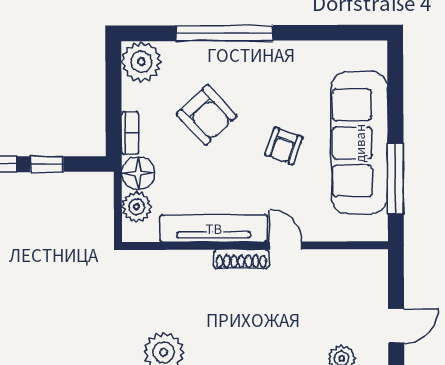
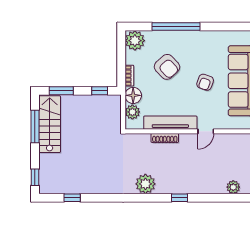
window: (47, 164) -> (100, 91), moved
door: (286, 246) -> (206, 131), swing flipped
shoe rack: (241, 259) -> (165, 138), moved

